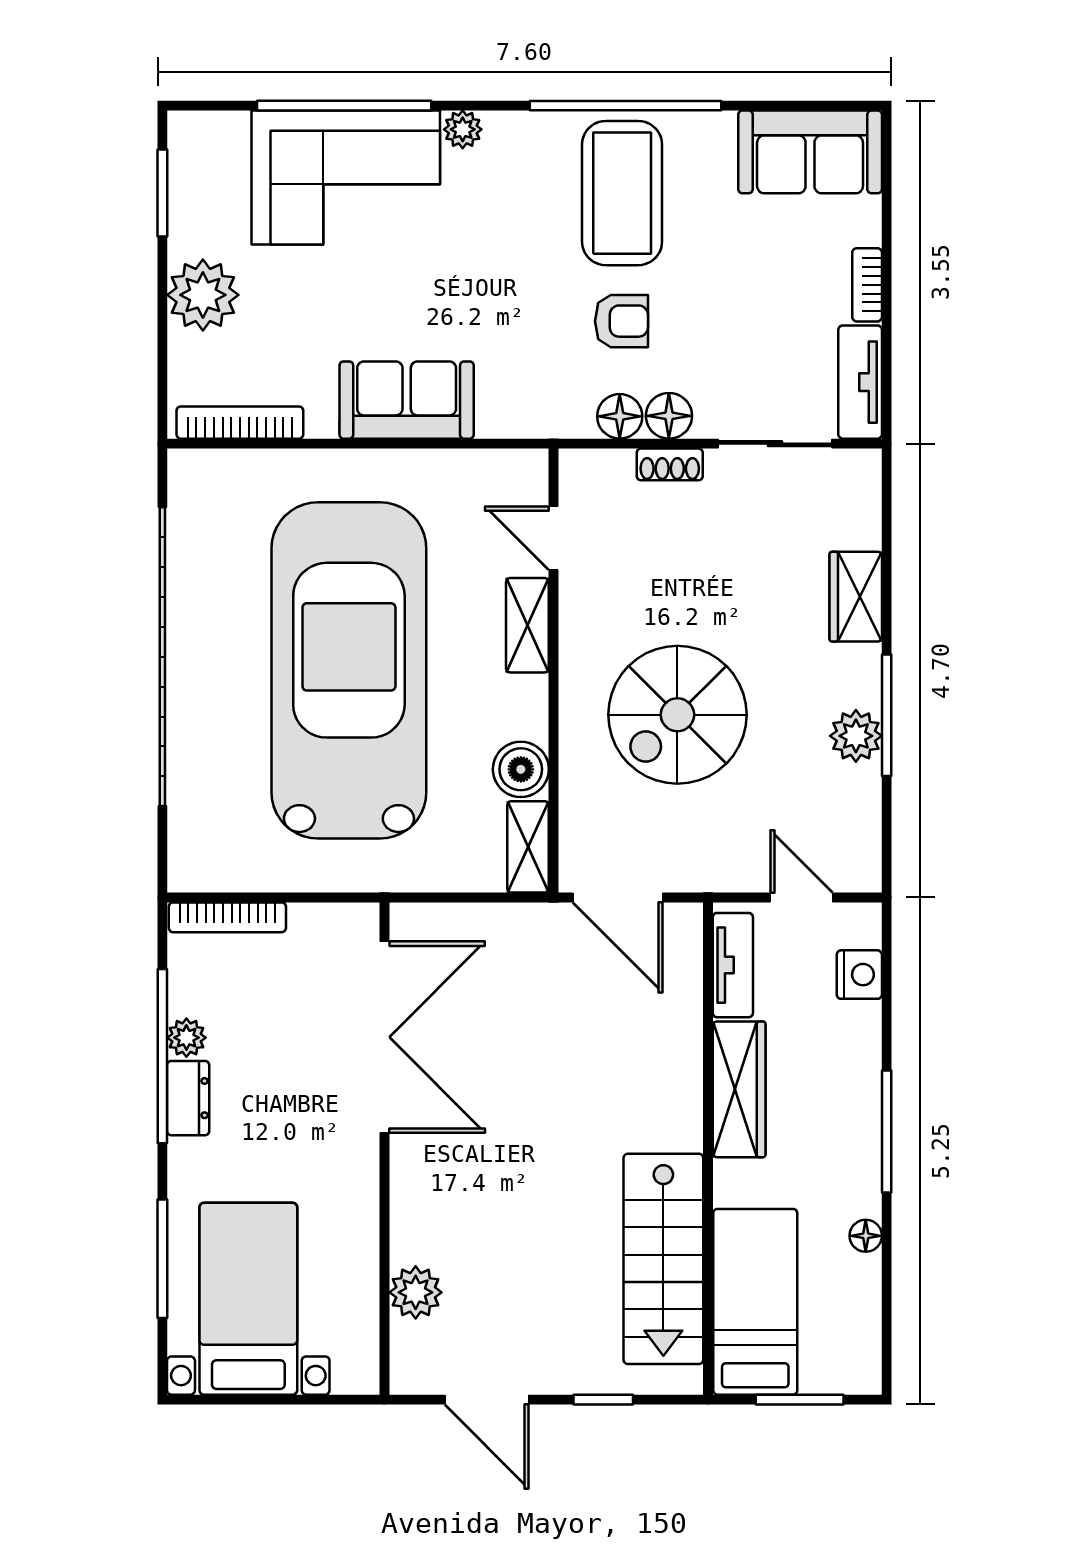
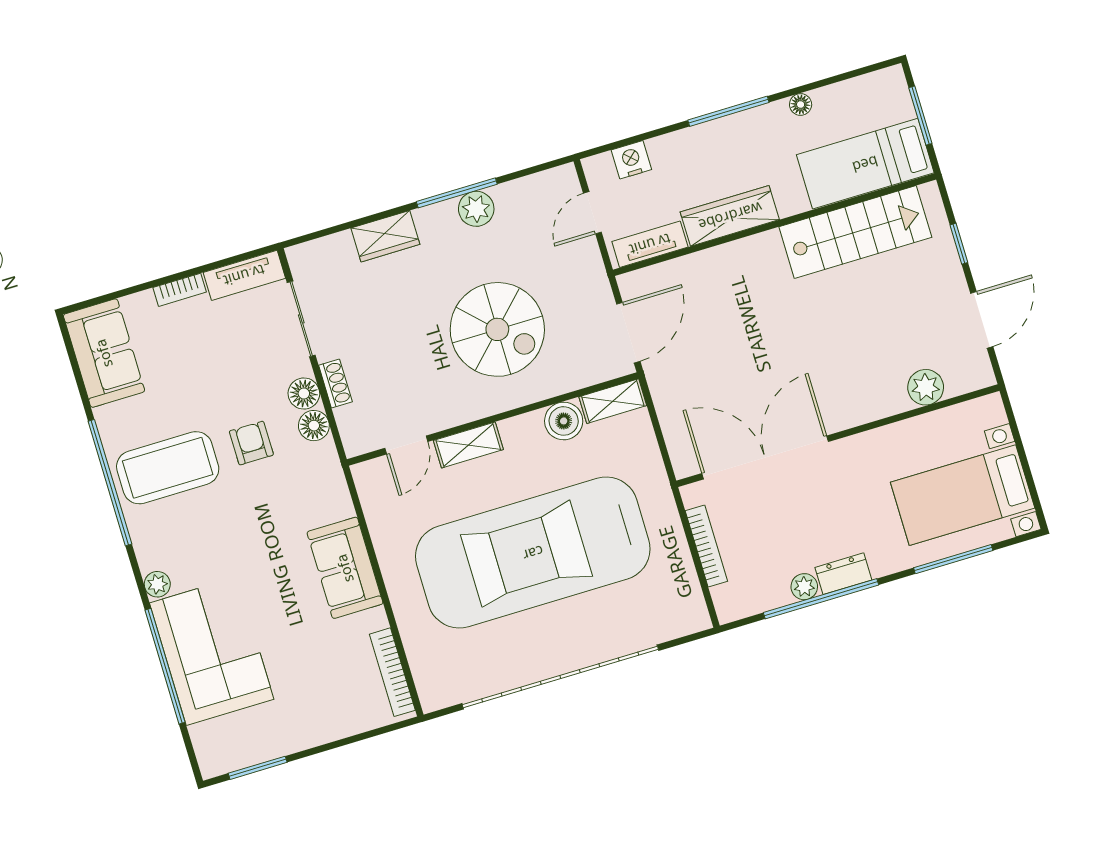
plant: (203, 295) -> (316, 721), removed
bookcase: (227, 917) -> (706, 546), moved

